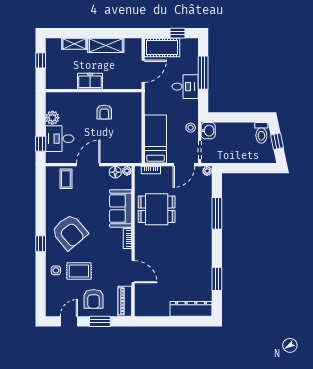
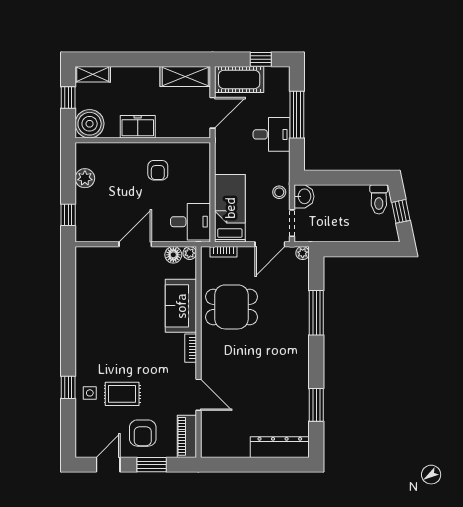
shelving: (74, 44) -> (93, 74), moved
shelving: (106, 45) -> (185, 76), moved
boiler: (56, 79) -> (90, 124), added
desk: (60, 139) -> (191, 222), moved, turned 180
coffee table: (66, 179) -> (104, 264), removed
armchair: (70, 232) -> (109, 339), removed
window: (41, 244) -> (68, 387), moved

